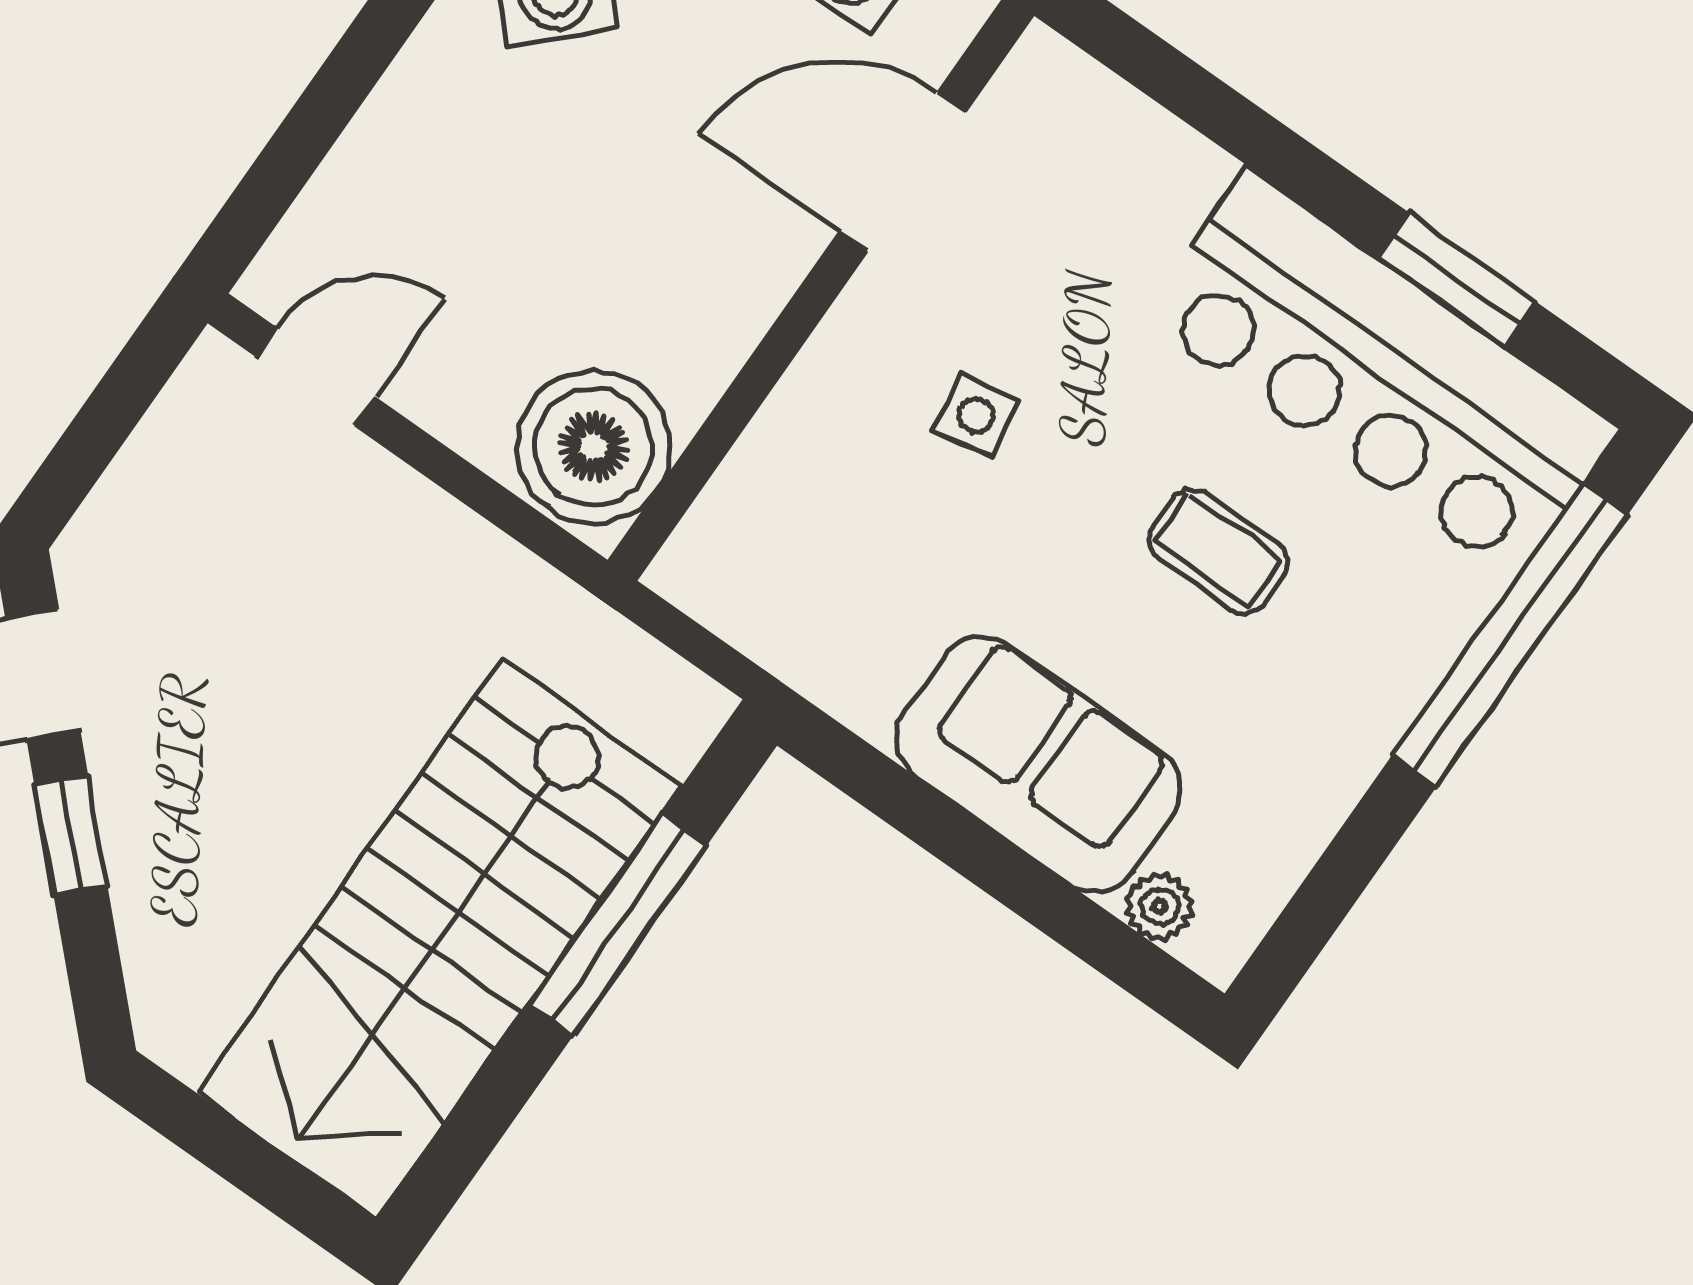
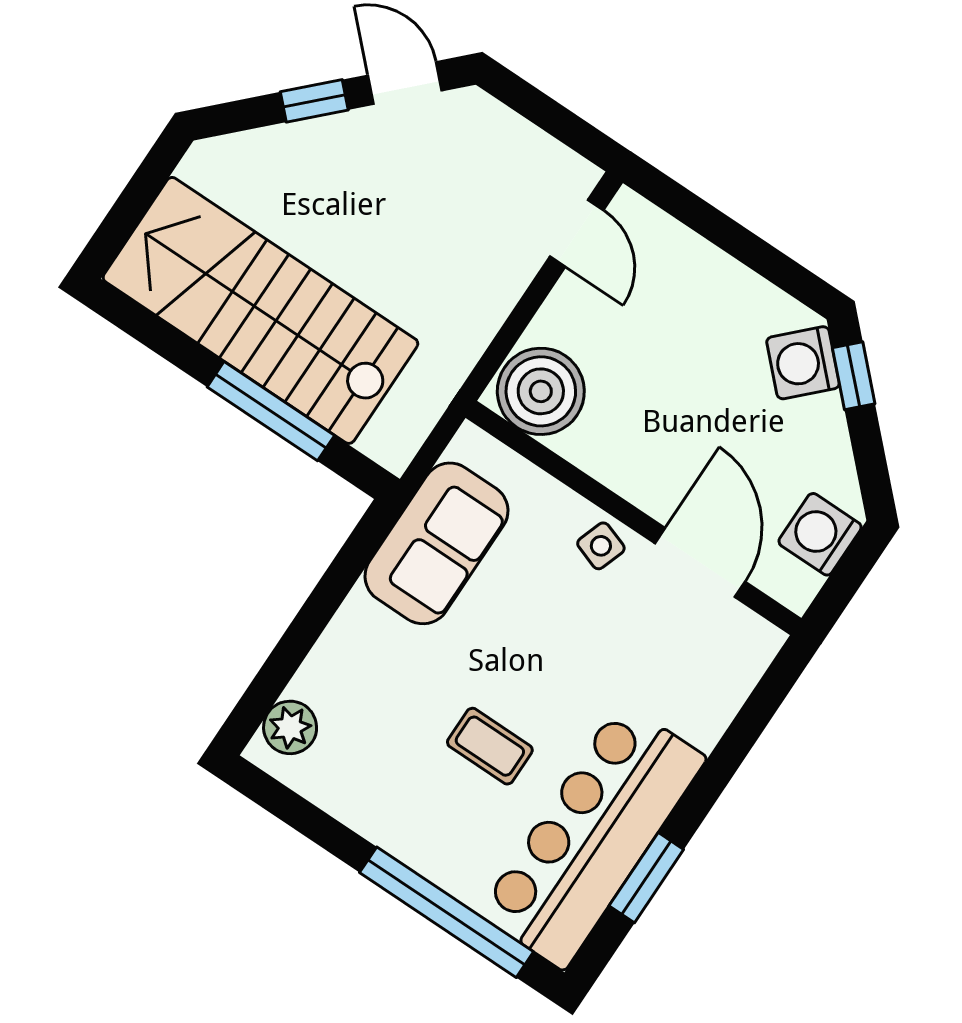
side table: (976, 415) -> (601, 546), moved, turned 30
coffee table: (1218, 551) -> (490, 746), turned 90
sofa: (1039, 764) -> (436, 543), moved
plant: (1160, 906) -> (290, 727), width x1.38, depth x1.38

